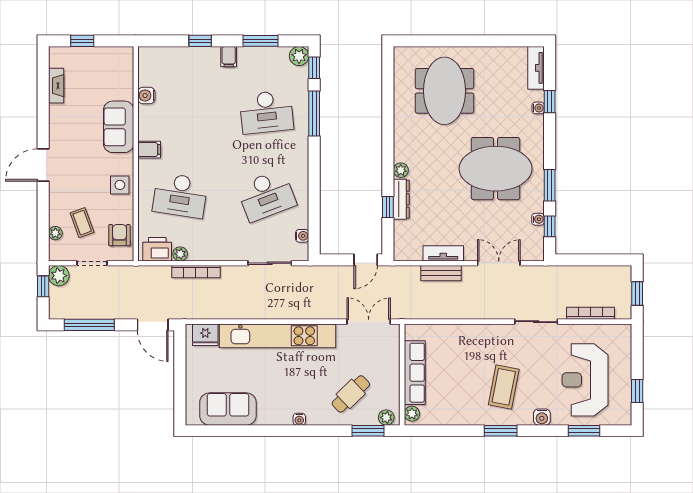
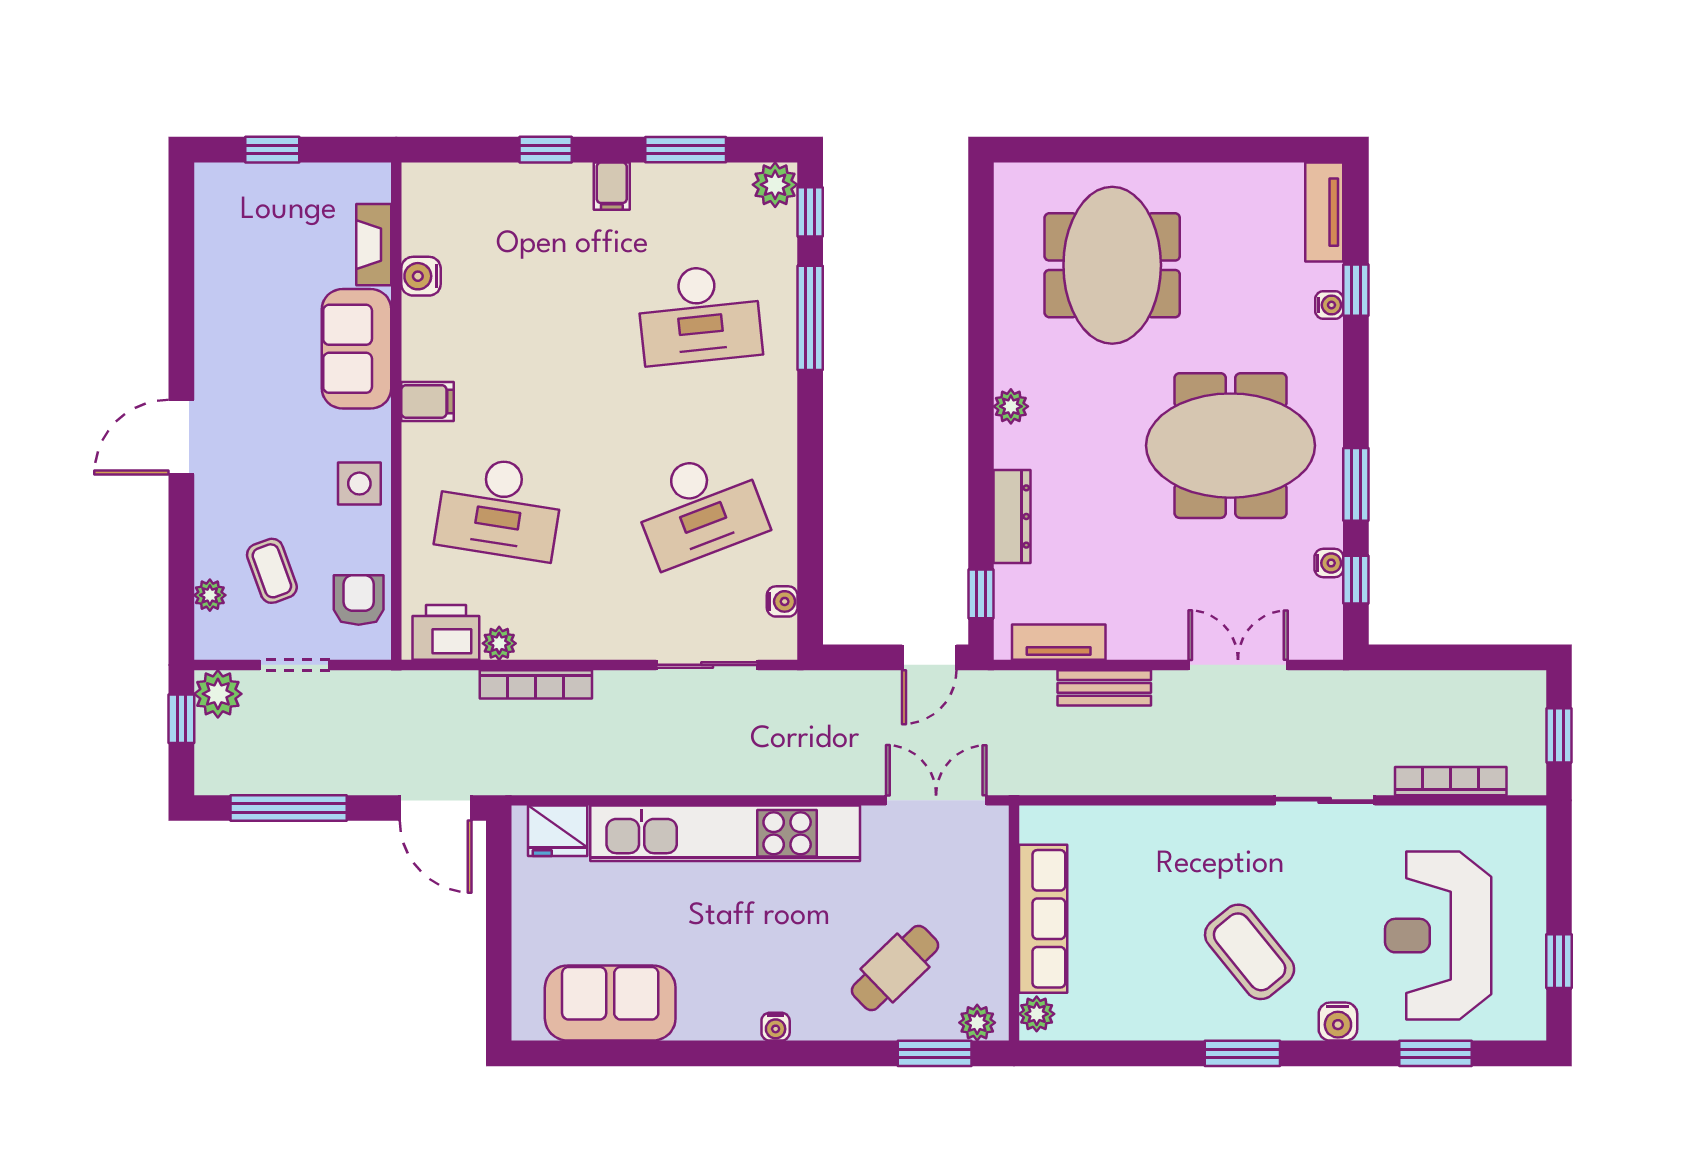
fireplace: (56, 86) -> (374, 245), moved, turned 180
plant: (401, 170) -> (1011, 406), moved
window: (388, 207) -> (981, 594), moved
tv unit: (443, 253) -> (1059, 642), moved
coffee table: (504, 387) -> (1250, 952), turned -50

